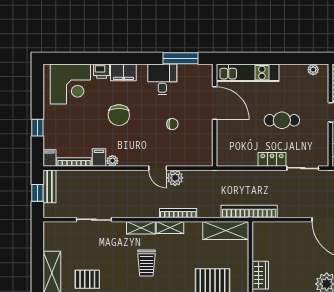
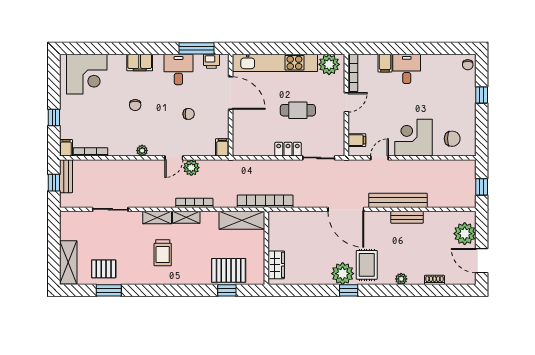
plant: (313, 70) -> (329, 64), width x1.87, depth x1.87
printer: (102, 71) -> (211, 61), moved
kitchen unit: (248, 73) -> (275, 63), width x1.36
chair: (119, 115) -> (135, 105), width x0.54, depth x0.54
filing cabinet: (99, 158) -> (222, 147), moved
plant: (112, 161) -> (142, 151), moved
door: (158, 168) -> (174, 158), hinge flipped

